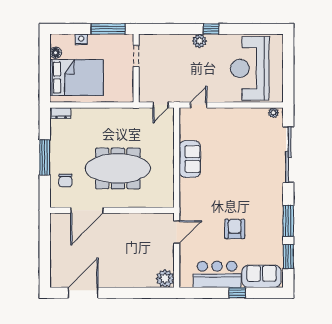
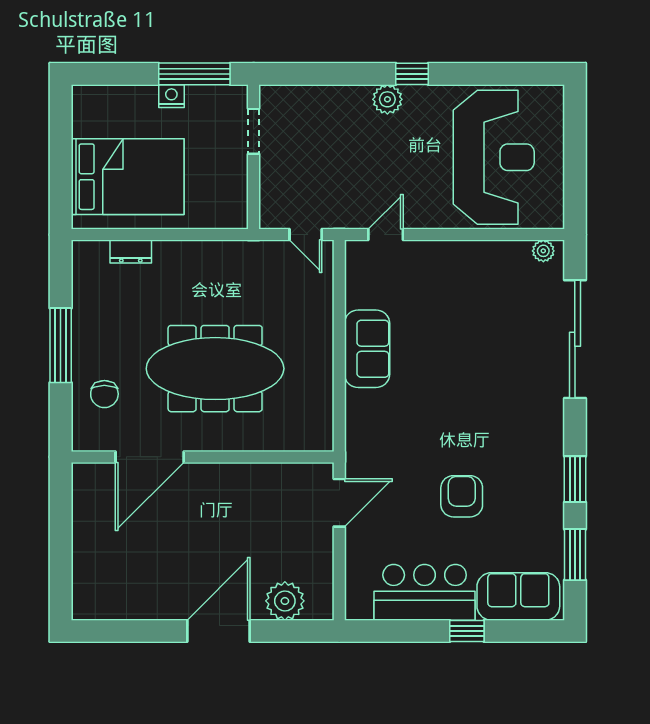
nightstand: (81, 39) -> (171, 96), moved
floor lamp: (56, 53) -> (84, 124), removed
reception desk: (250, 68) -> (494, 157), turned 180
door: (161, 105) -> (306, 235), hinge flipped
dresser: (61, 113) -> (131, 252), moved
window: (288, 221) -> (575, 479), width x0.69
plant: (165, 279) -> (285, 601), moved
door: (83, 293) -> (219, 631), moved

